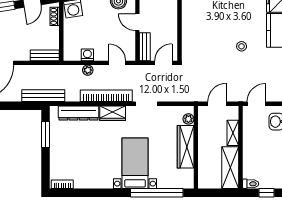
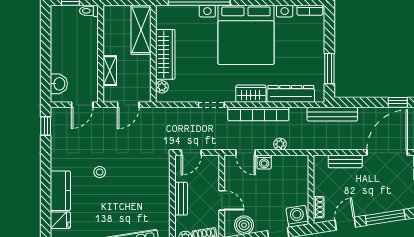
bench: (145, 47) -> (181, 199), moved
bench: (45, 55) -> (345, 161), moved
washing machine: (87, 55) -> (264, 162), moved
bed with nightstands: (135, 163) -> (246, 35), width x1.85
shelving: (230, 168) -> (141, 30), moved

